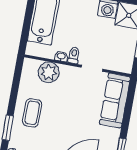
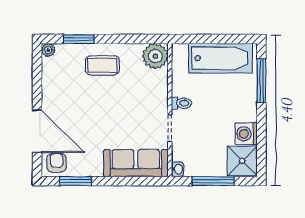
washbasin: (61, 56) -> (178, 169), moved
plant: (49, 72) -> (155, 56), moved

